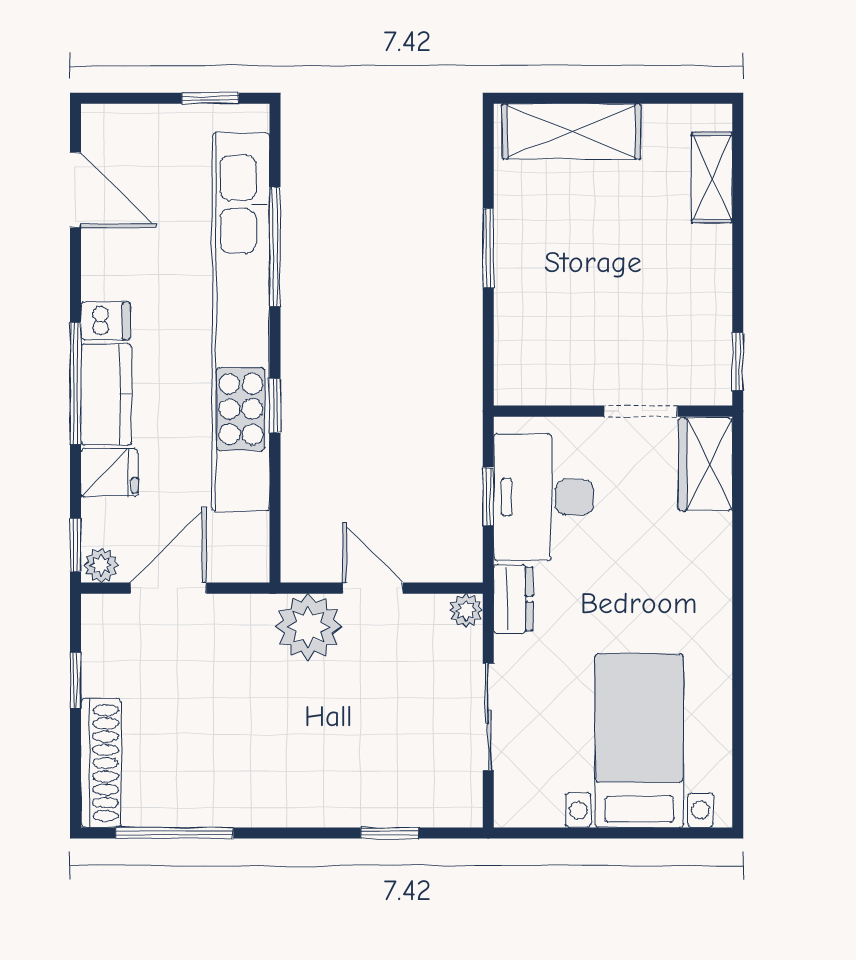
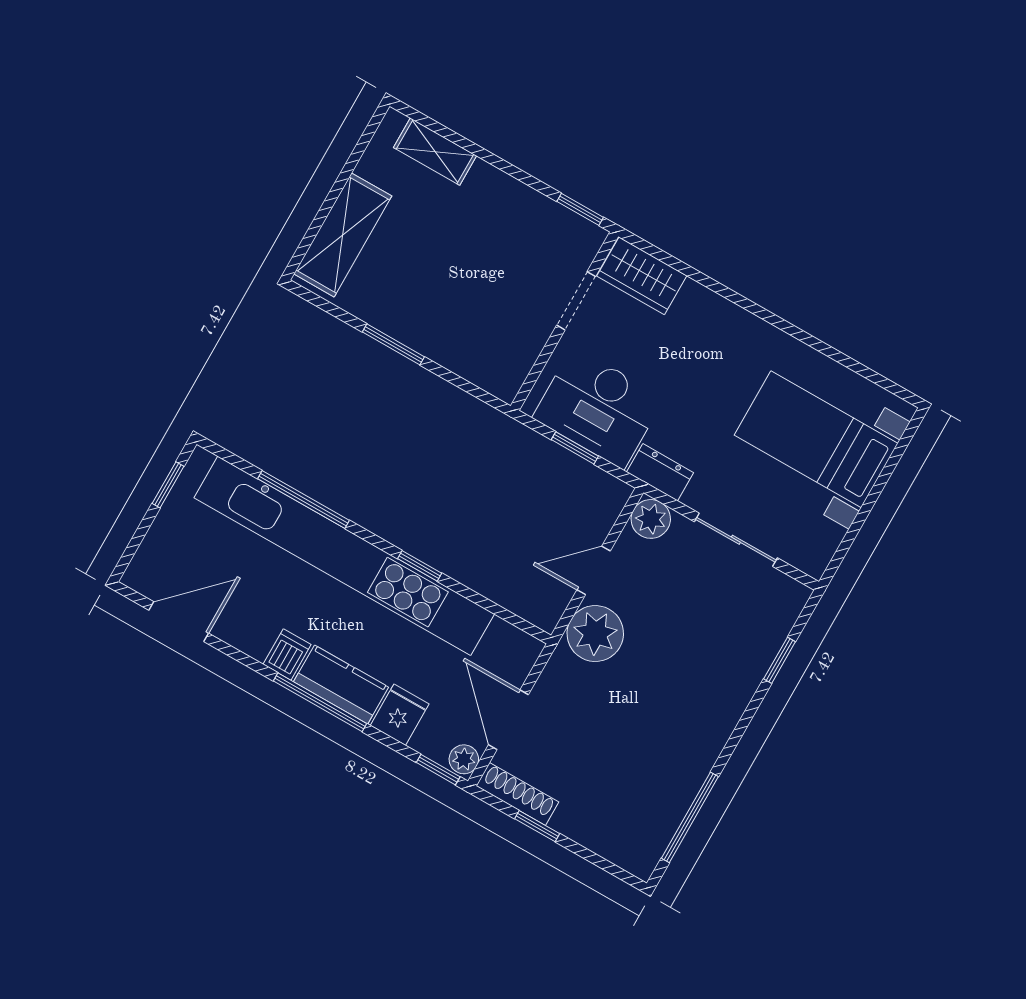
plant: (466, 610) -> (651, 519), width x1.38, depth x1.38
shoe rack: (101, 763) -> (517, 794), moved, width x0.74, depth x0.81

